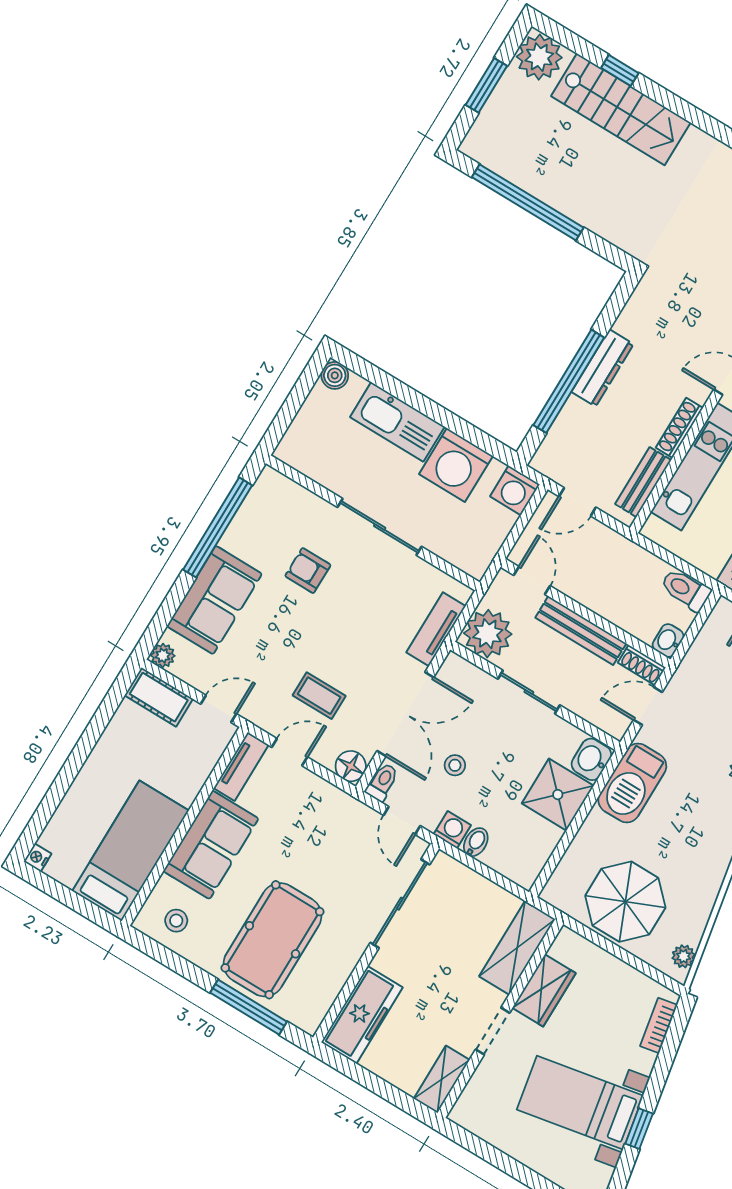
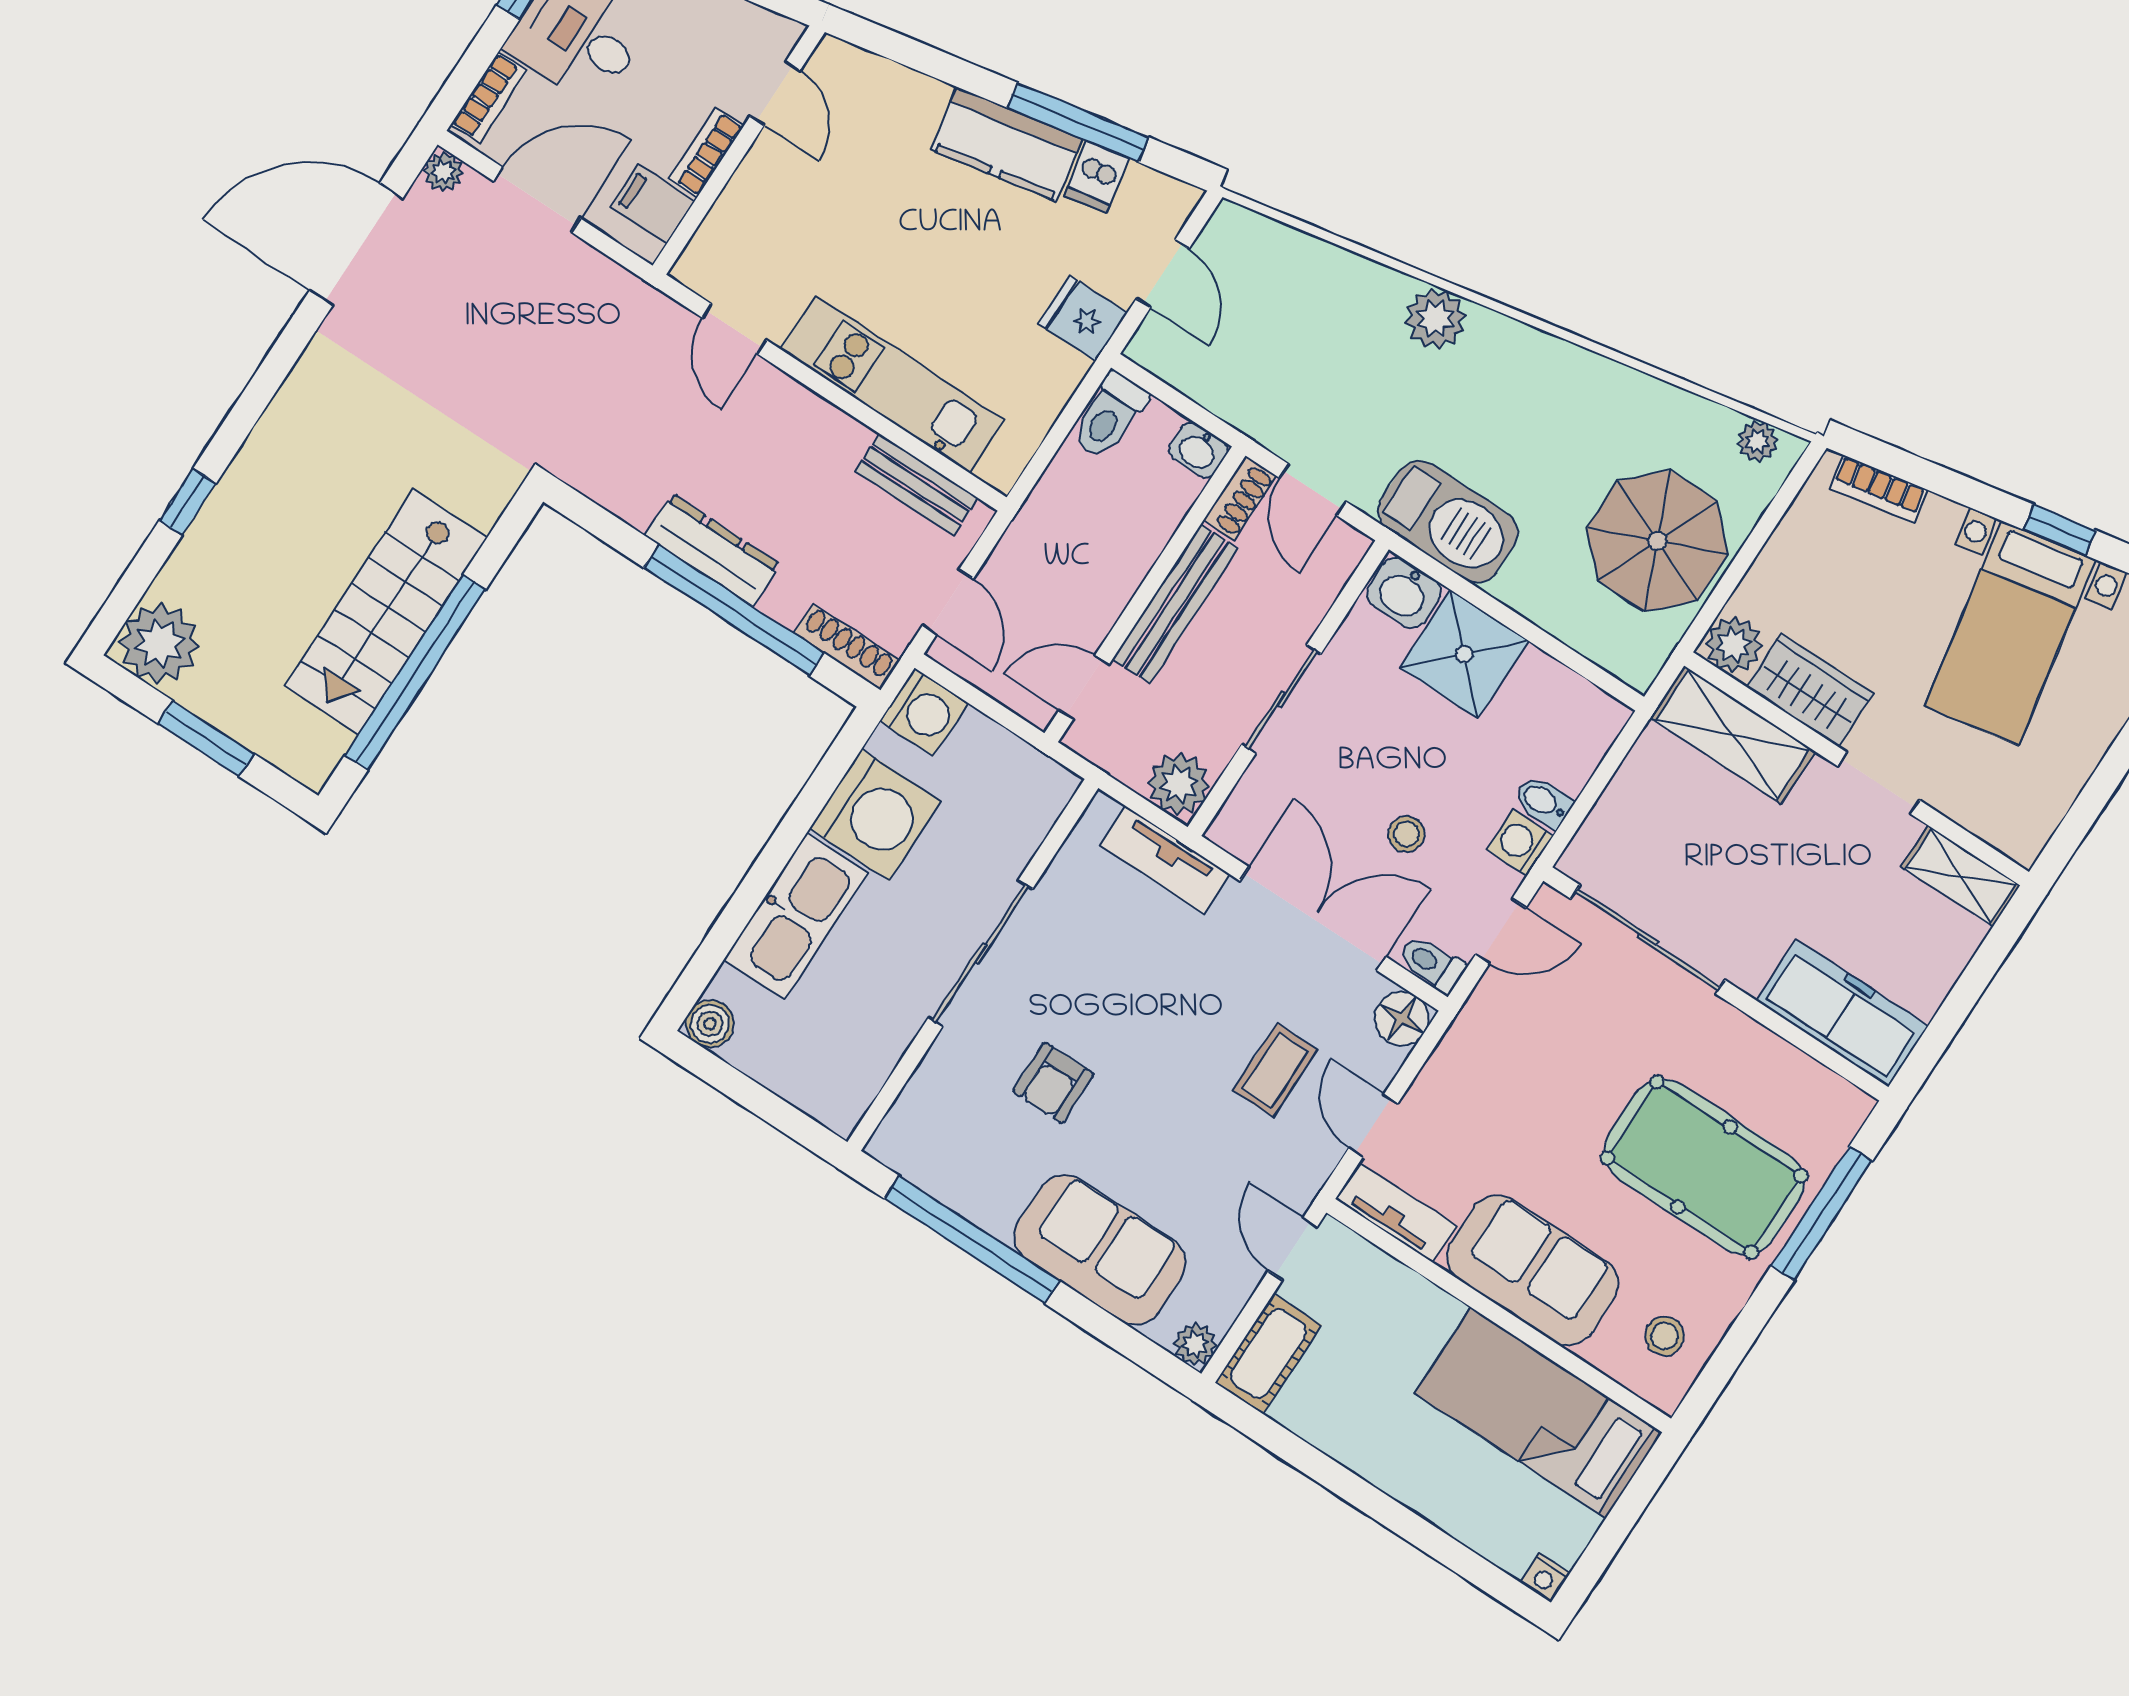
stairs: (621, 109) -> (386, 612), moved, turned 180
shoe rack: (679, 428) -> (847, 647), moved, turned 180
plant: (488, 634) -> (1179, 784), width x0.73, depth x0.73
plant: (568, 947) -> (1734, 645), added

